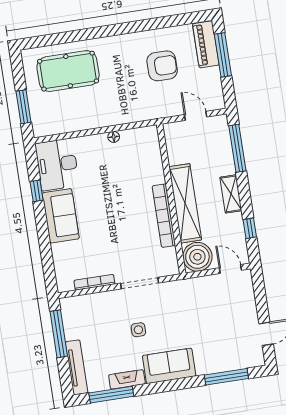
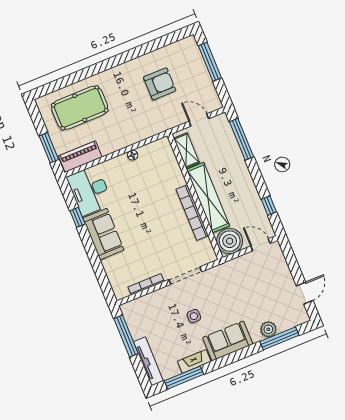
piano: (206, 44) -> (80, 156), moved, turned 90
shelving: (231, 194) -> (186, 150), moved
plant: (217, 364) -> (268, 329), added

